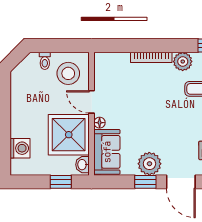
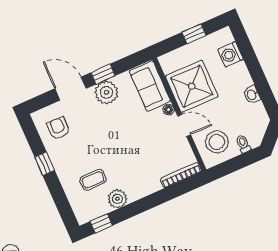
bookcase: (151, 57) -> (181, 175), moved
washbasin: (82, 165) -> (252, 95), moved, turned 180
window: (61, 182) -> (194, 34), moved

